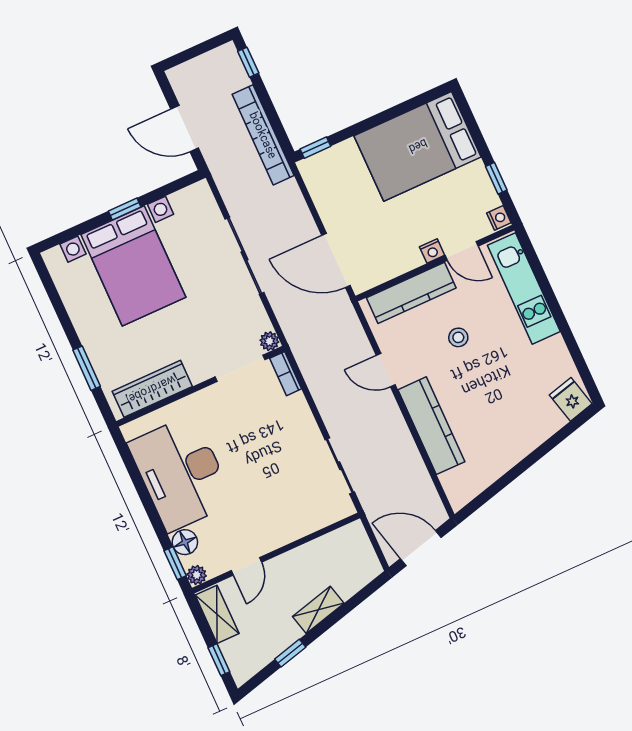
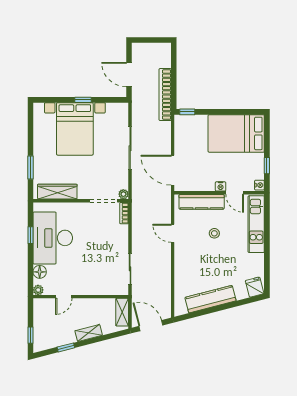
window: (248, 62) -> (174, 57), removed
kitchen counter: (431, 426) -> (210, 299), moved, turned -104
window: (175, 563) -> (30, 235), moved
shelving: (217, 614) -> (122, 312), moved

